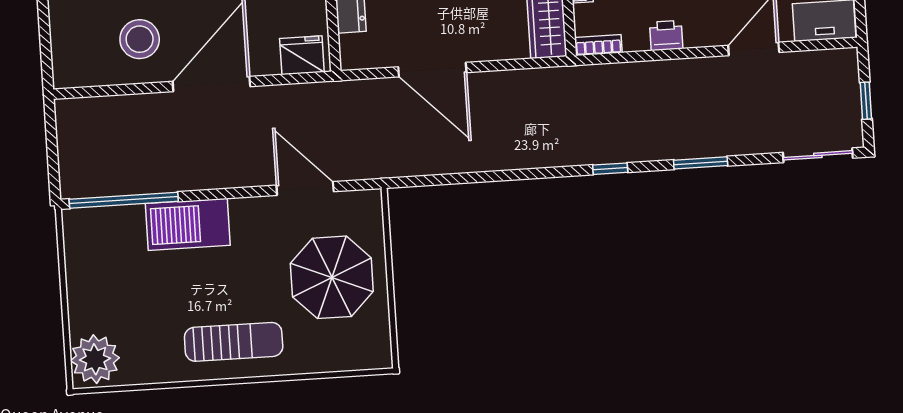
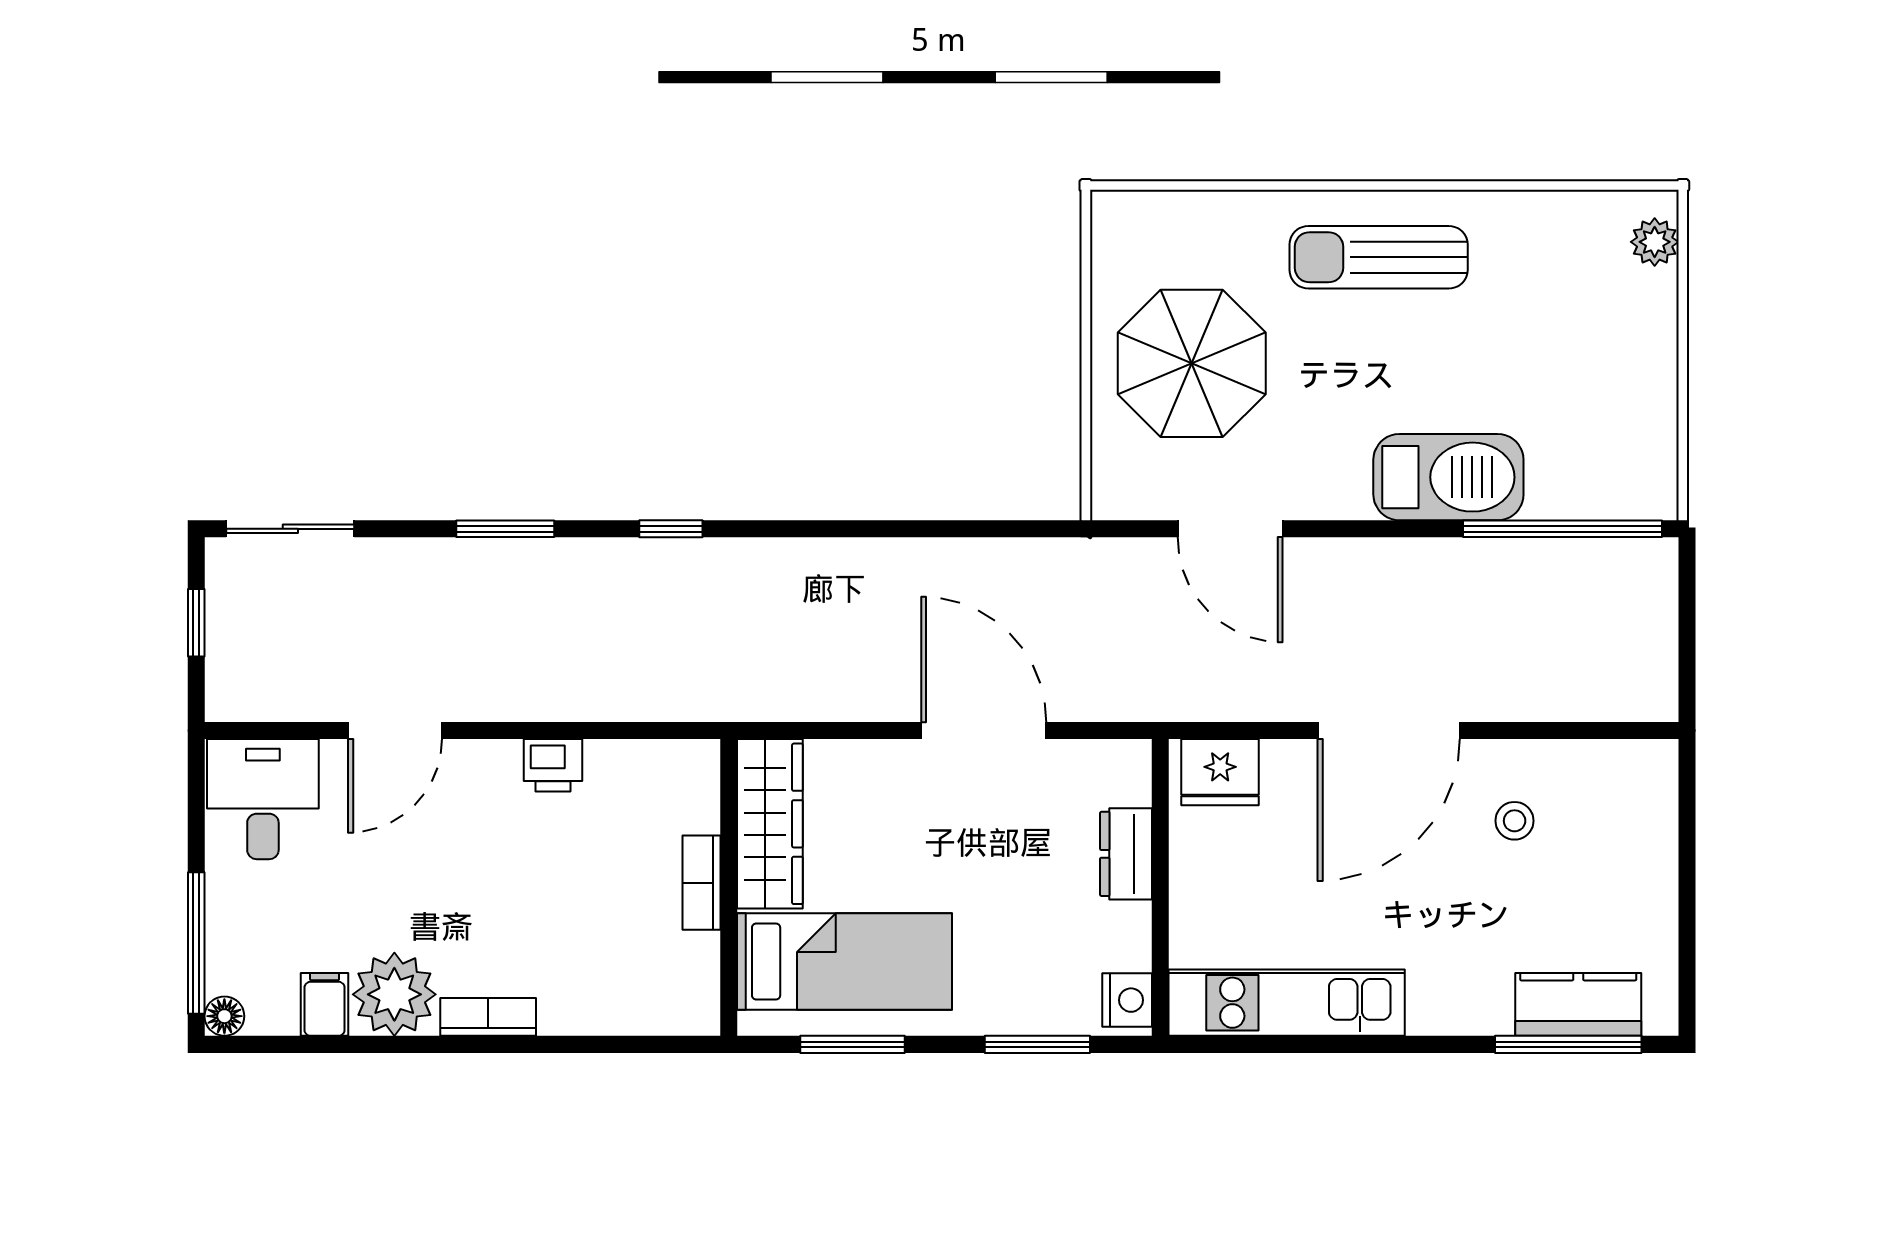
stool: (140, 39) -> (1515, 821), width x0.53, depth x0.53
bookcase: (598, 45) -> (678, 756), removed
plant: (95, 359) -> (1655, 242), width x0.53, depth x0.53

